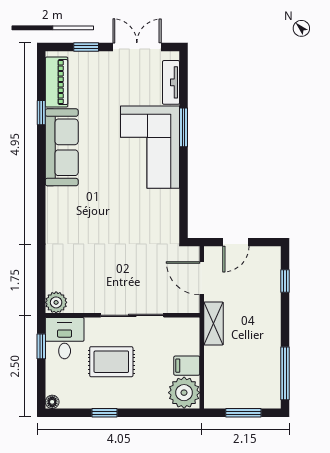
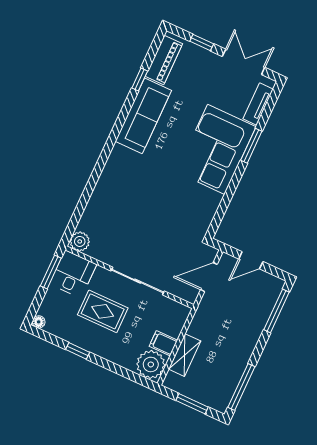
door: (202, 278) -> (209, 277), hinge flipped
window: (285, 281) -> (276, 311), width x2.17
shelving: (213, 323) -> (185, 355), moved
window: (41, 346) -> (51, 272), width x1.50

